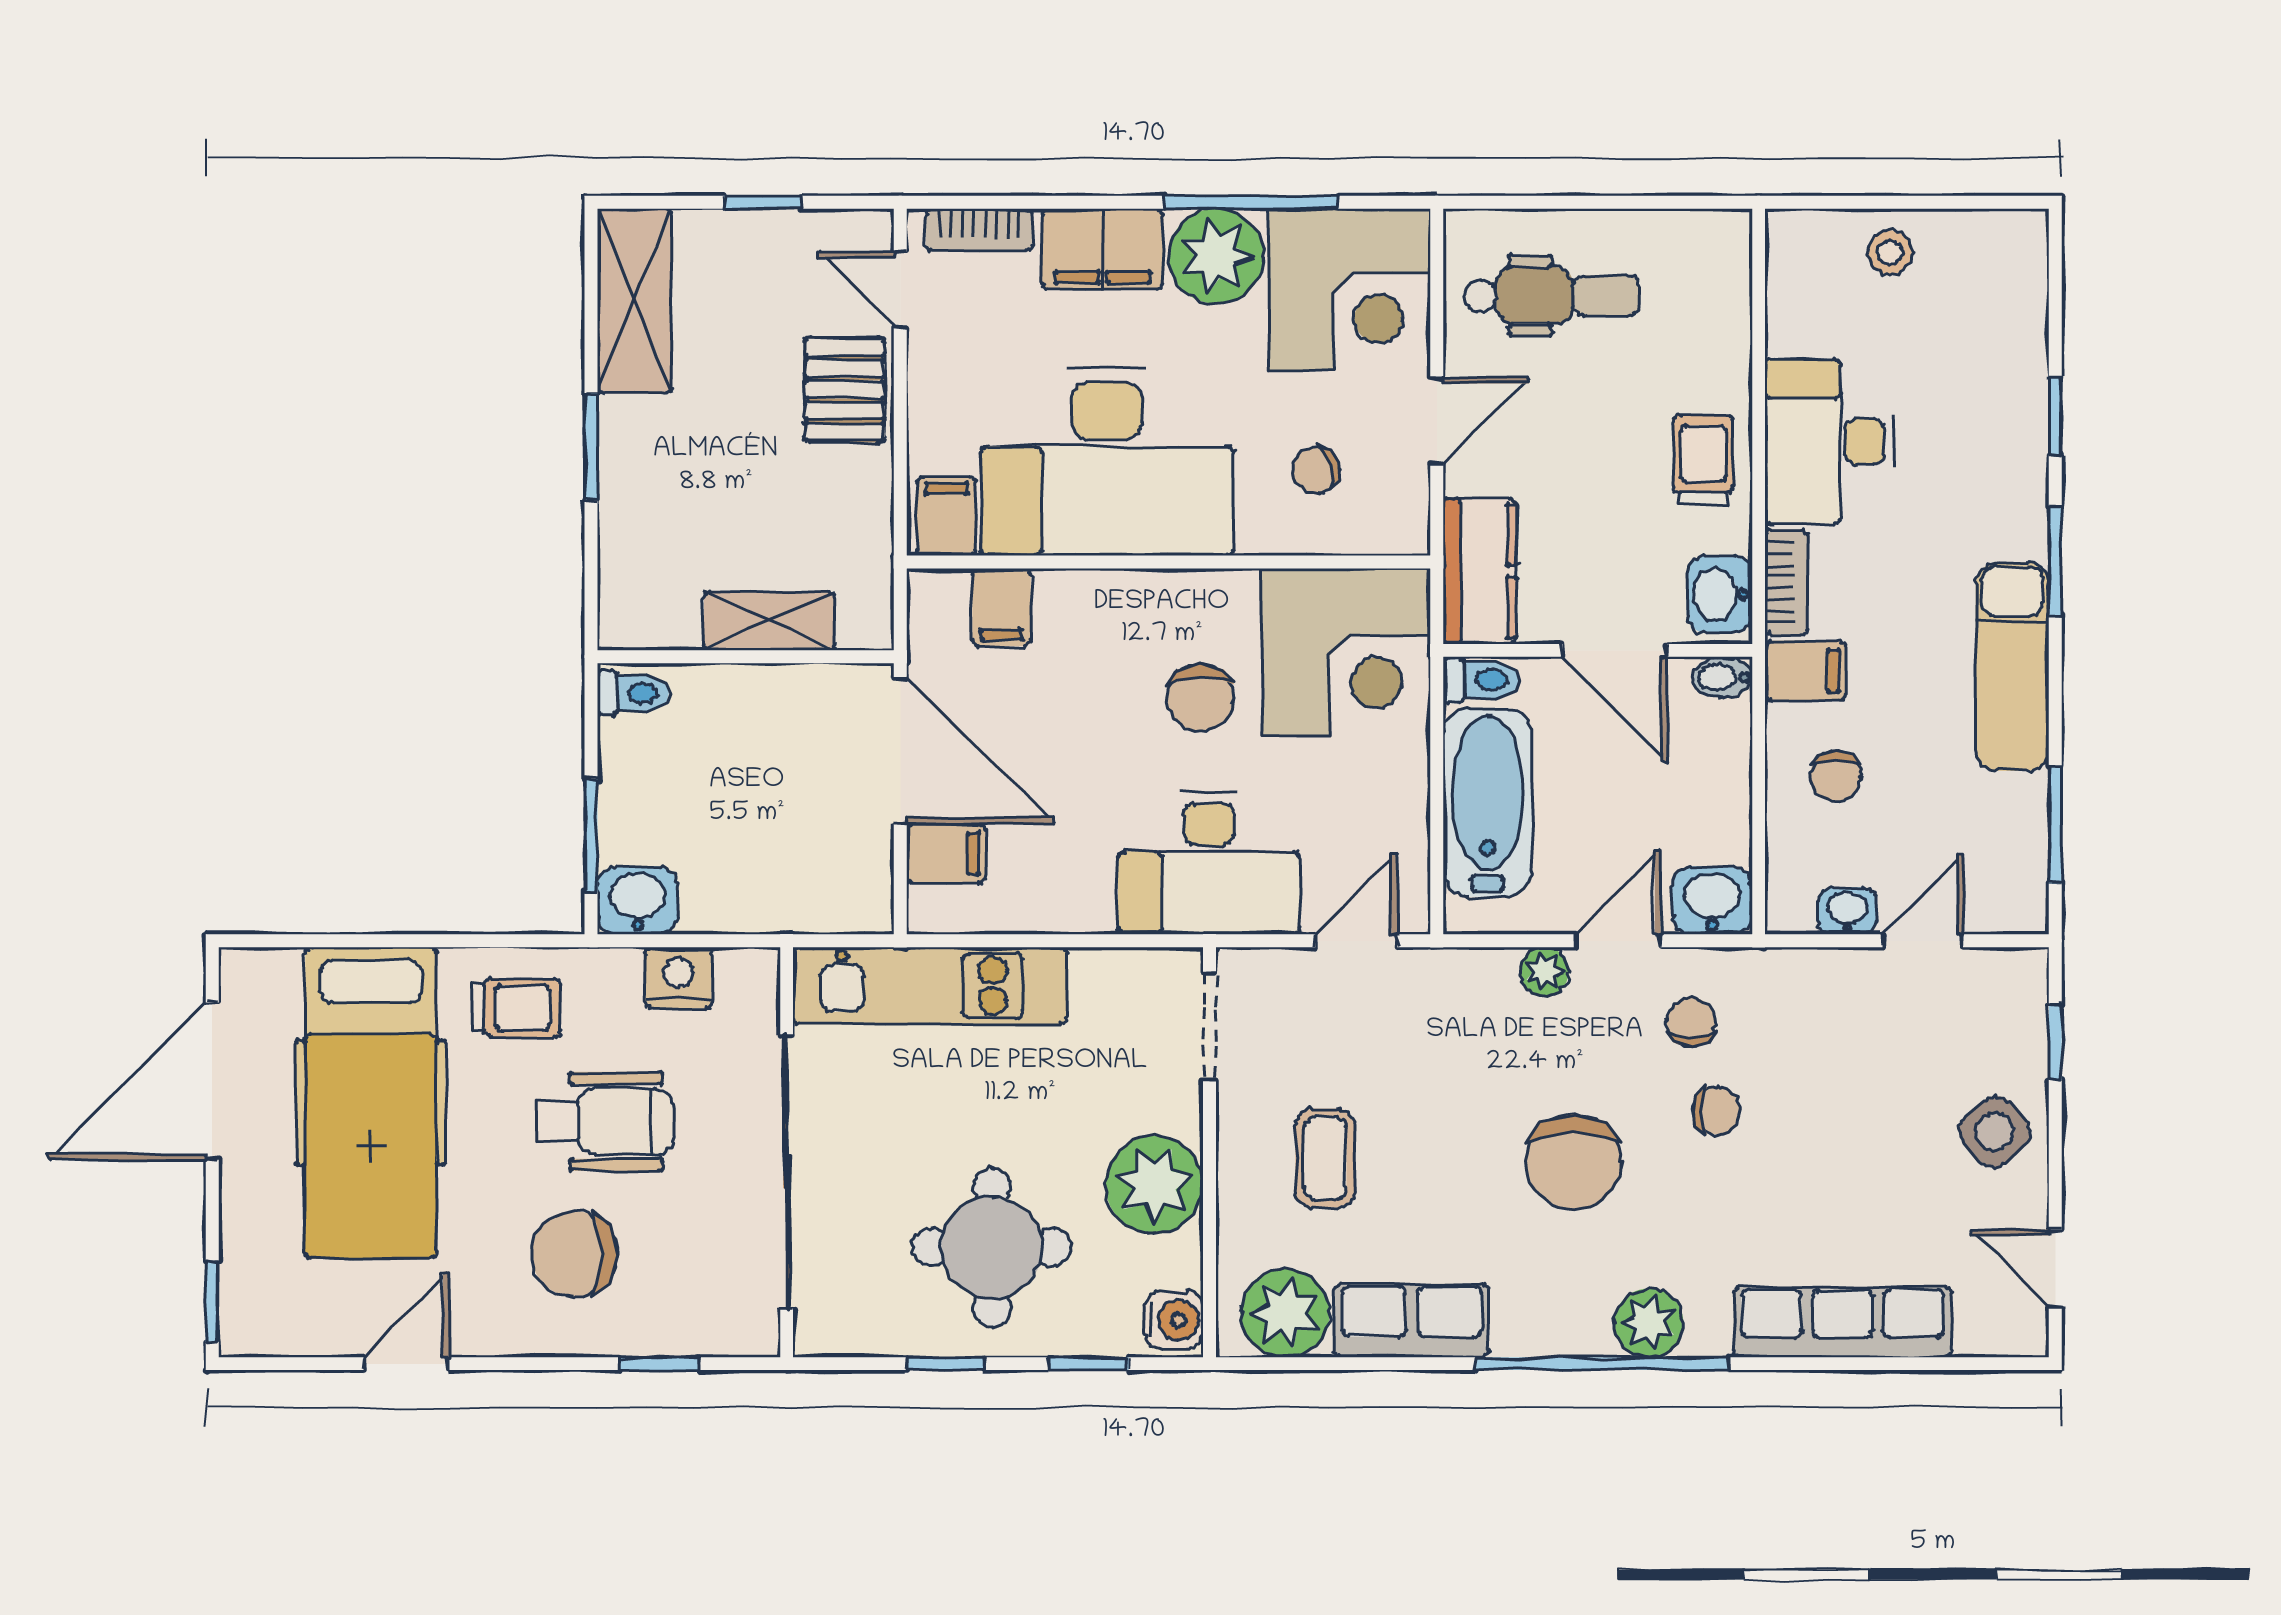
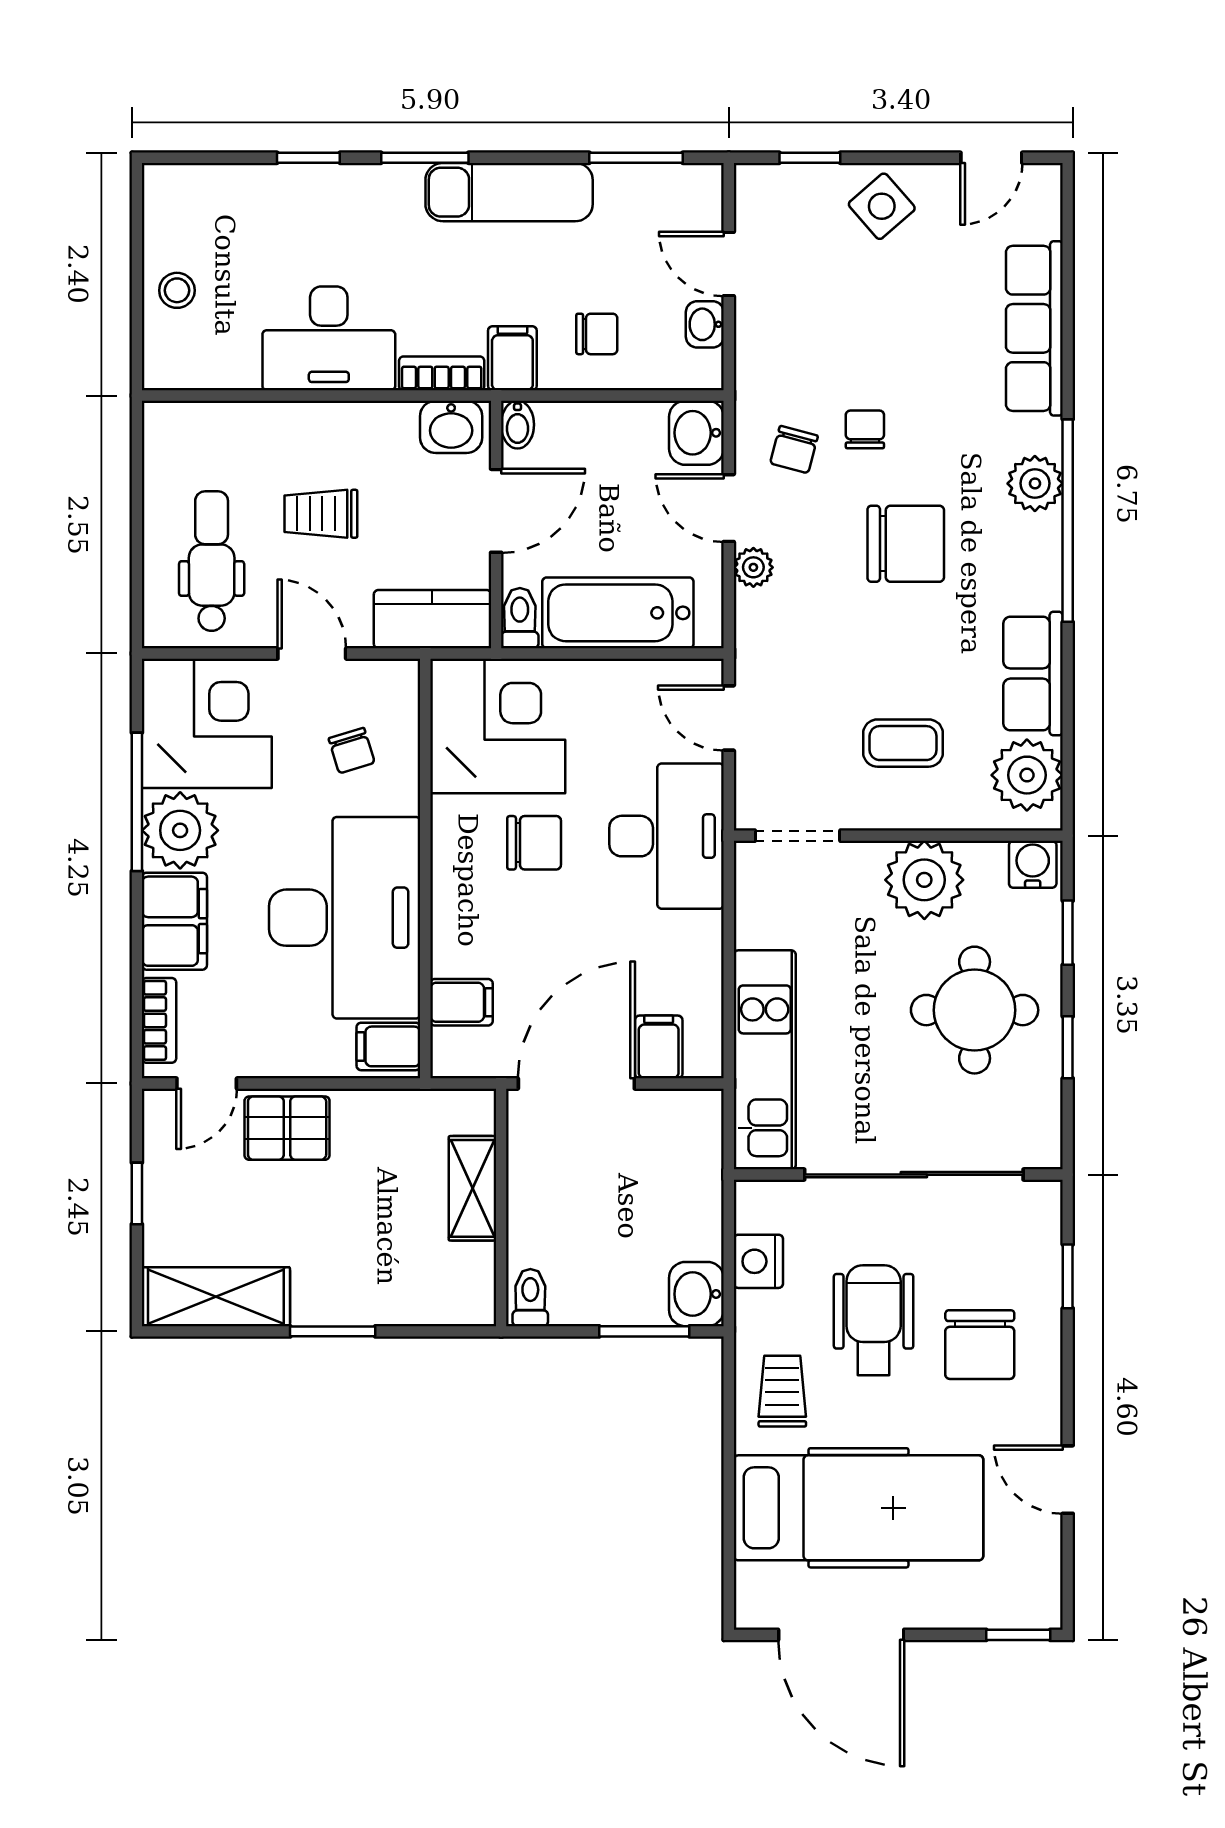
trolley: (1703, 460) -> (321, 514), moved
chair: (1691, 1022) -> (794, 450), turned -75

